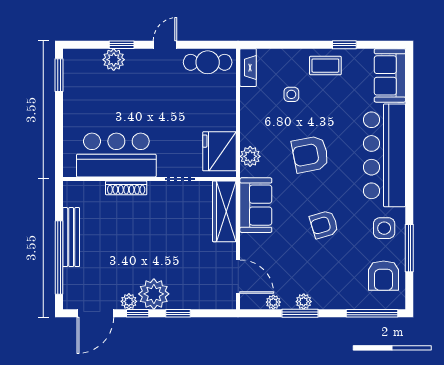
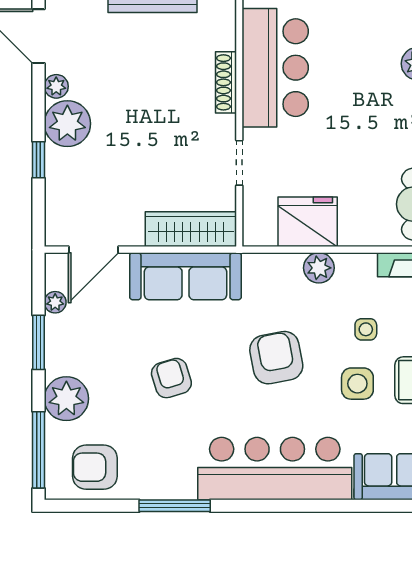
fridge: (219, 151) -> (308, 222), moved
plant: (250, 156) -> (319, 268), moved
sofa: (256, 205) -> (185, 276), width x1.36
side table: (384, 228) -> (357, 384), moved
window: (409, 248) -> (175, 506), moved
plant: (304, 302) -> (66, 399), moved, width x1.88, depth x1.88
window: (138, 313) -> (38, 99), removed

